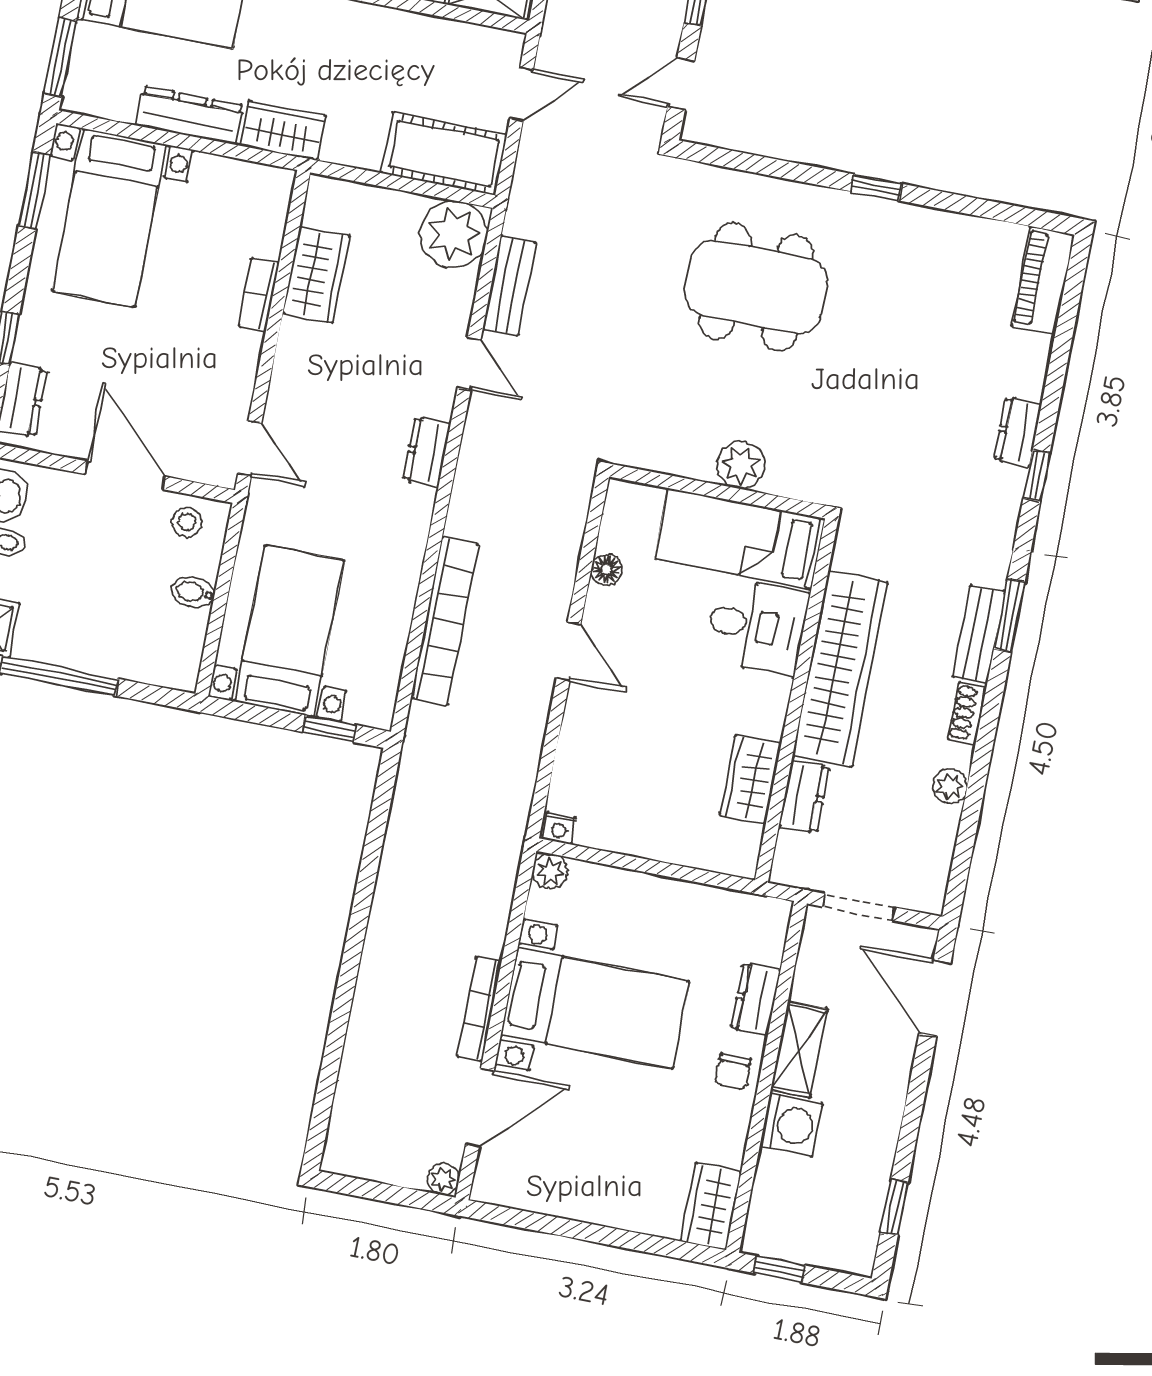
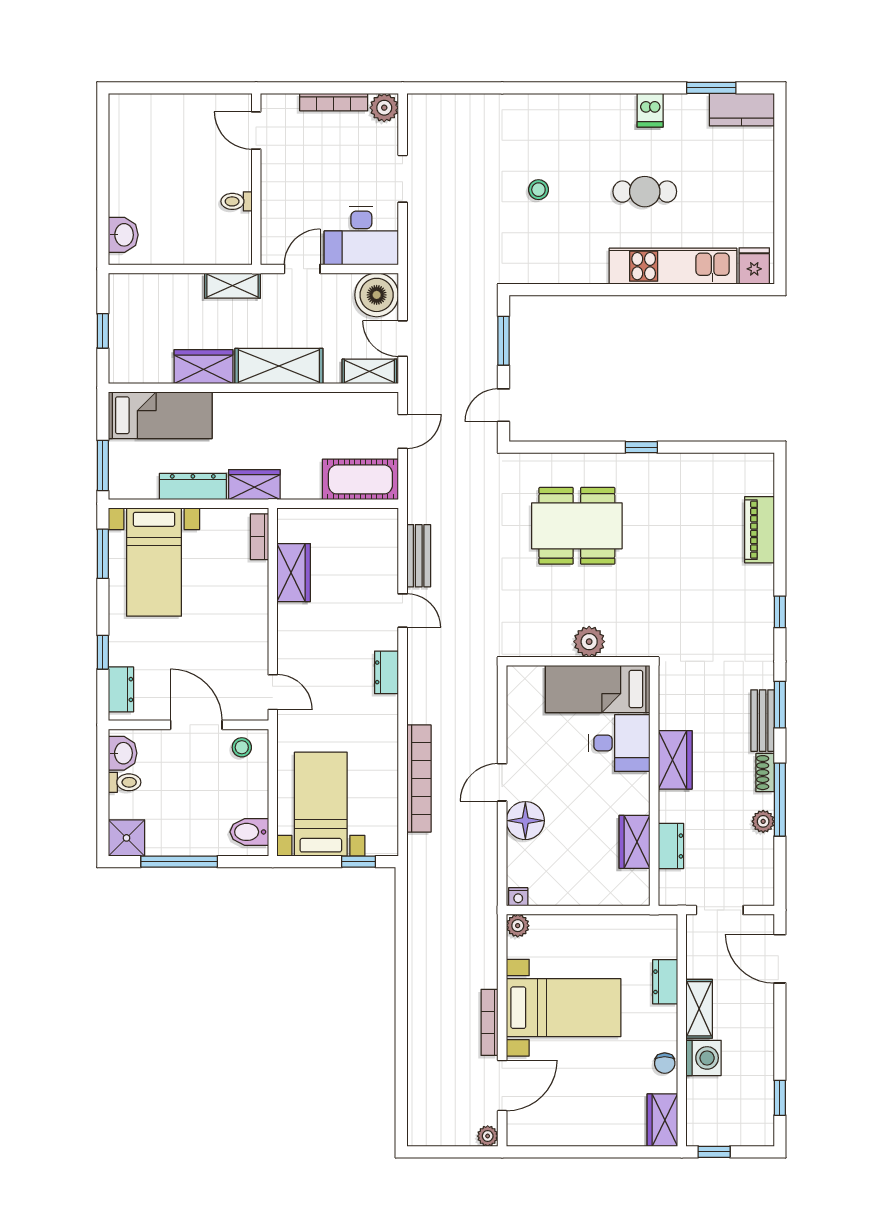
plant: (454, 234) -> (377, 530), removed
piano: (1043, 280) -> (760, 530), moved
bookcase: (259, 295) -> (259, 537), moved
dresser: (1018, 432) -> (763, 586), removed
floor lamp: (607, 570) -> (525, 821), moved, width x1.89, depth x1.89
bidet: (193, 592) -> (249, 832), moved, width x1.38, depth x1.36
door: (569, 651) -> (502, 782), swing flipped
wardrobe: (840, 669) -> (675, 760), width x0.48, depth x0.85
window: (982, 759) -> (780, 800), added
chair: (733, 1072) -> (665, 1063), moved

